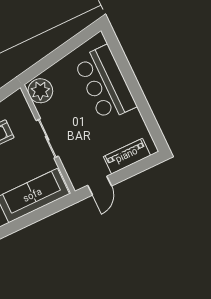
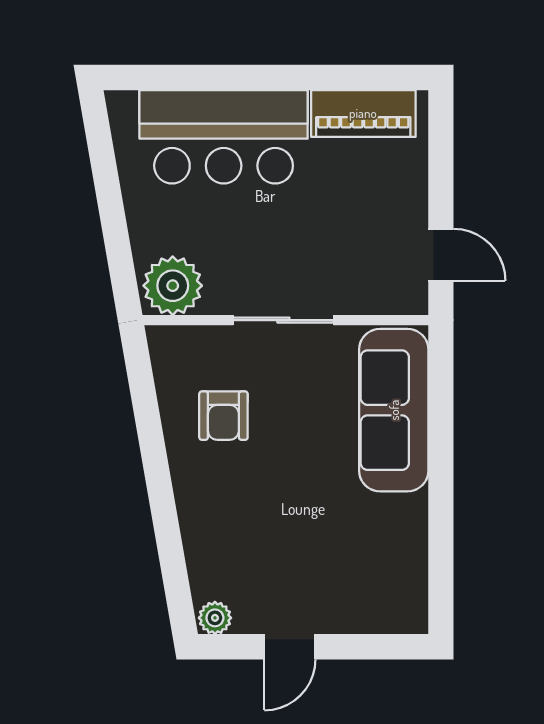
piano: (127, 156) -> (363, 113), moved, turned -90

